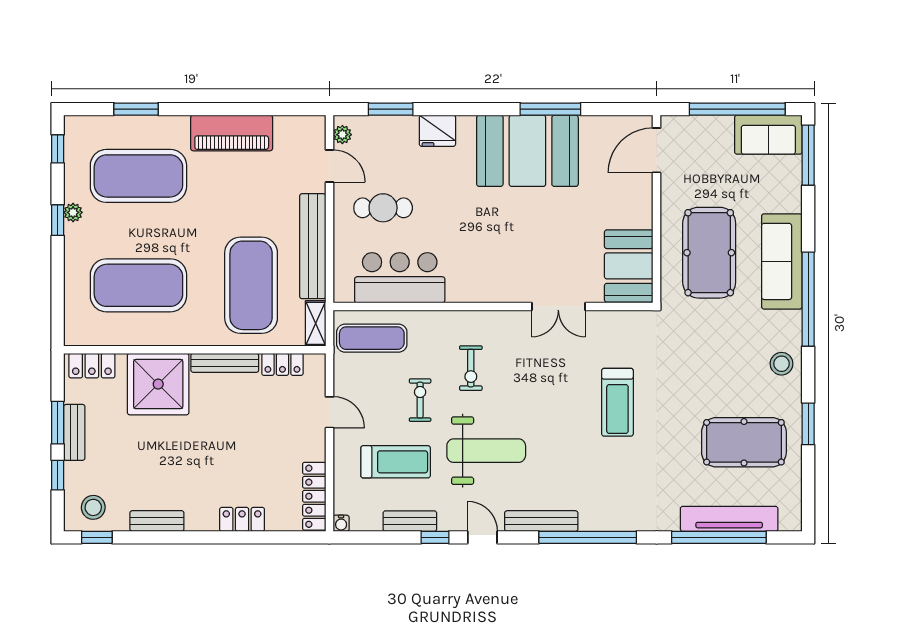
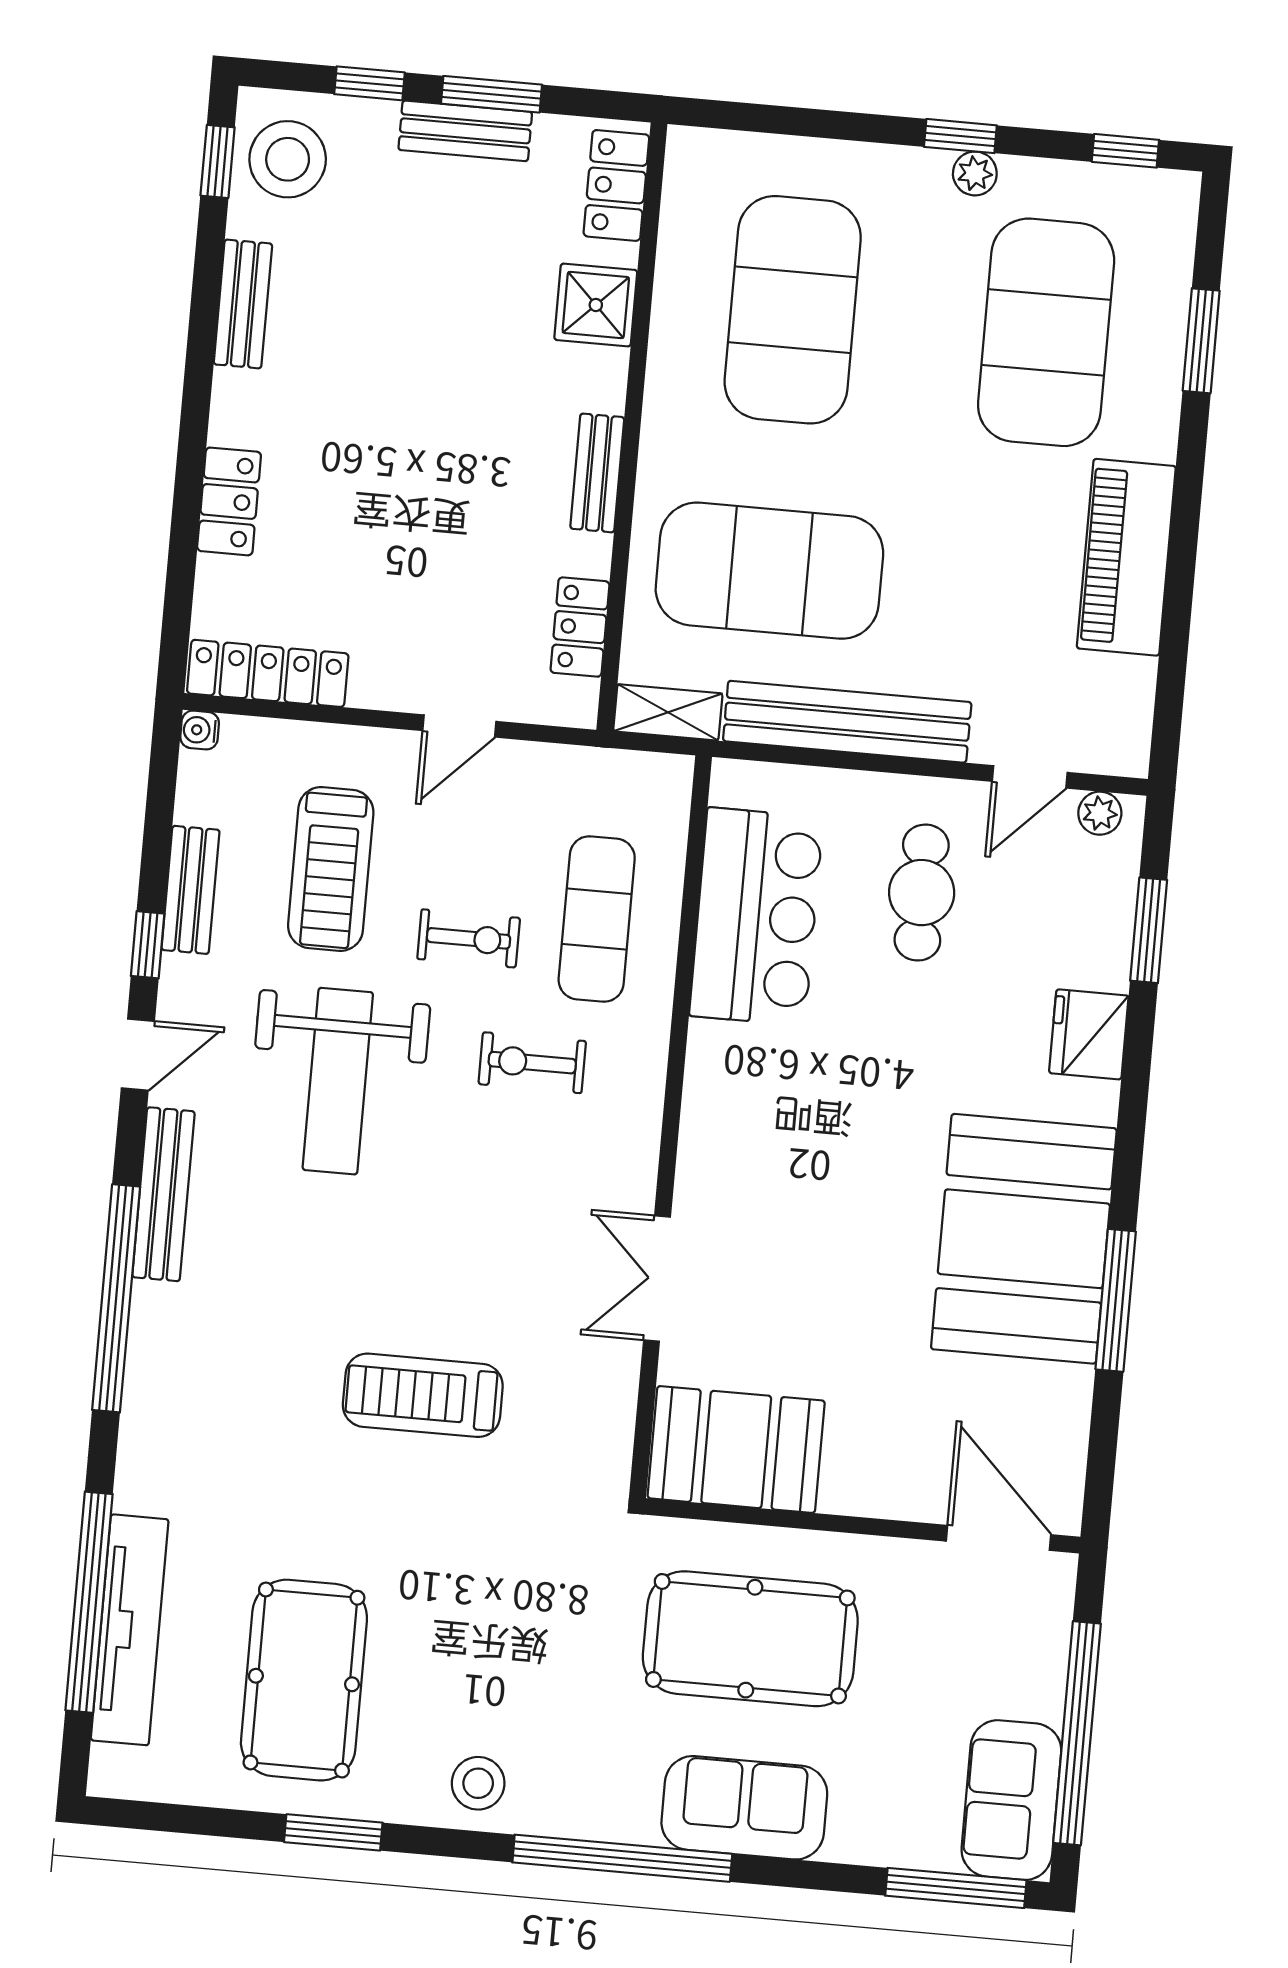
sofa: (782, 261) -> (744, 1808), width x0.73
exercise mat: (372, 338) -> (597, 919), moved
bench: (225, 363) -> (597, 473), width x0.73
shower: (158, 384) -> (596, 305), width x0.54, depth x0.54
stool: (93, 507) -> (288, 159), width x1.38, depth x1.38

